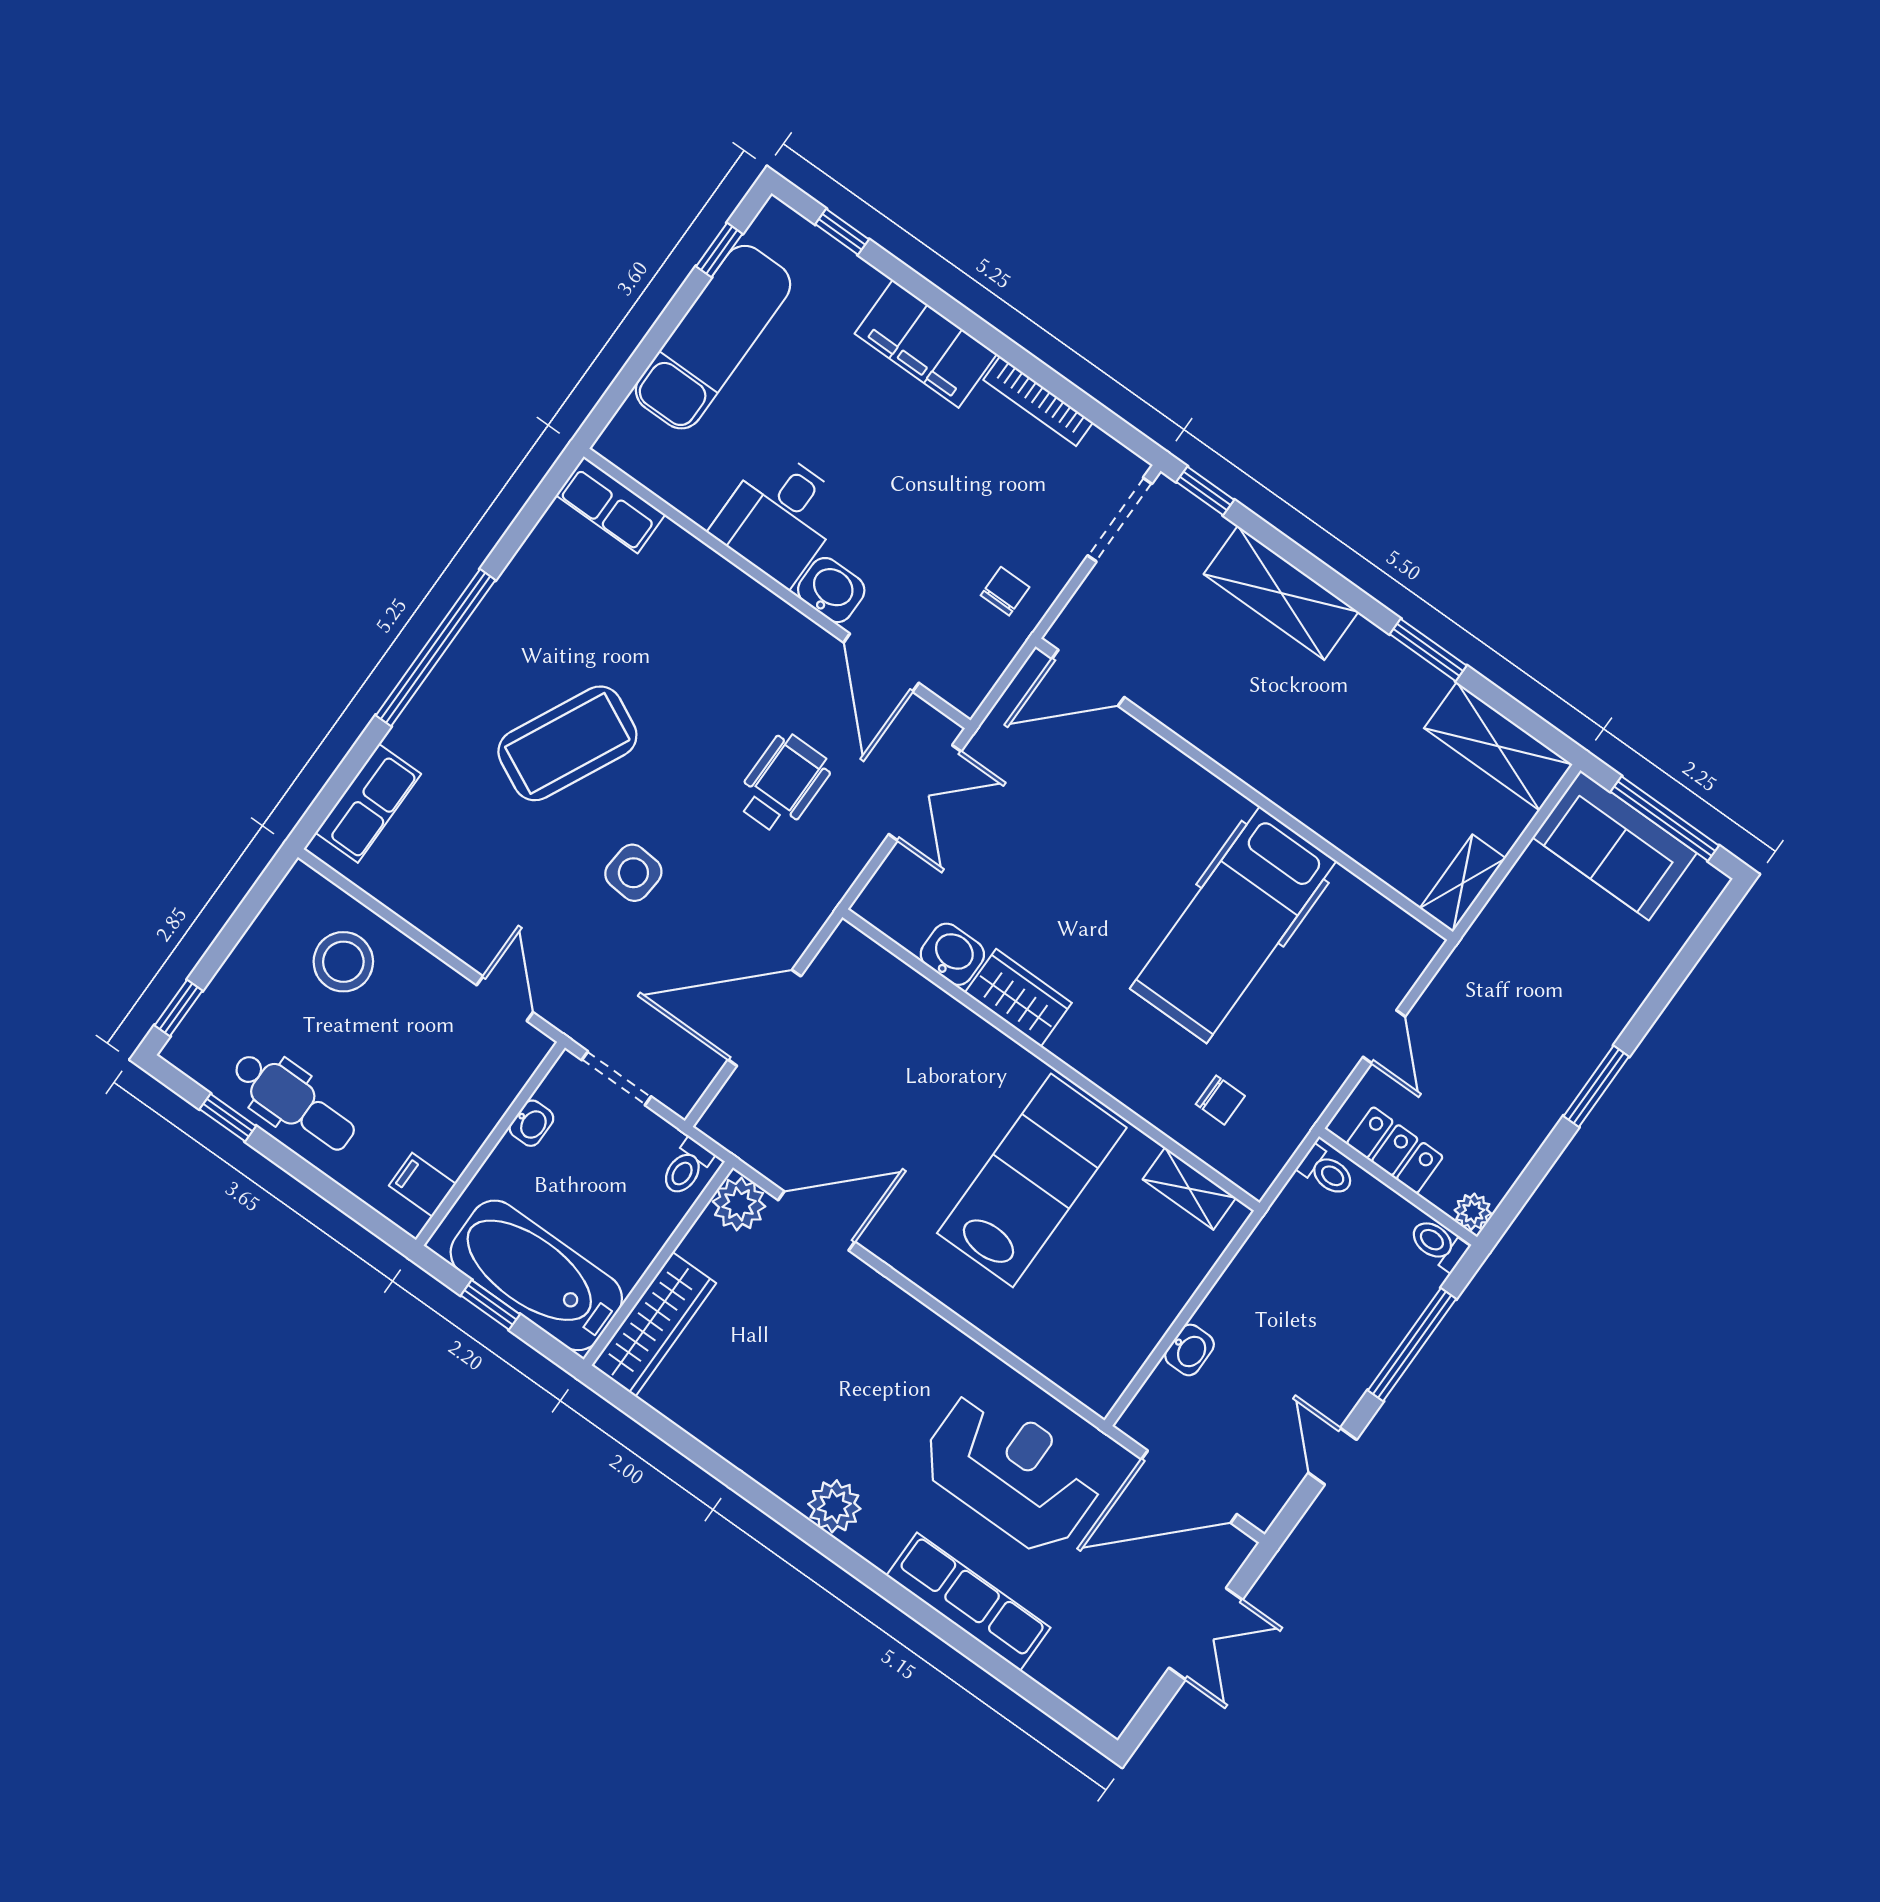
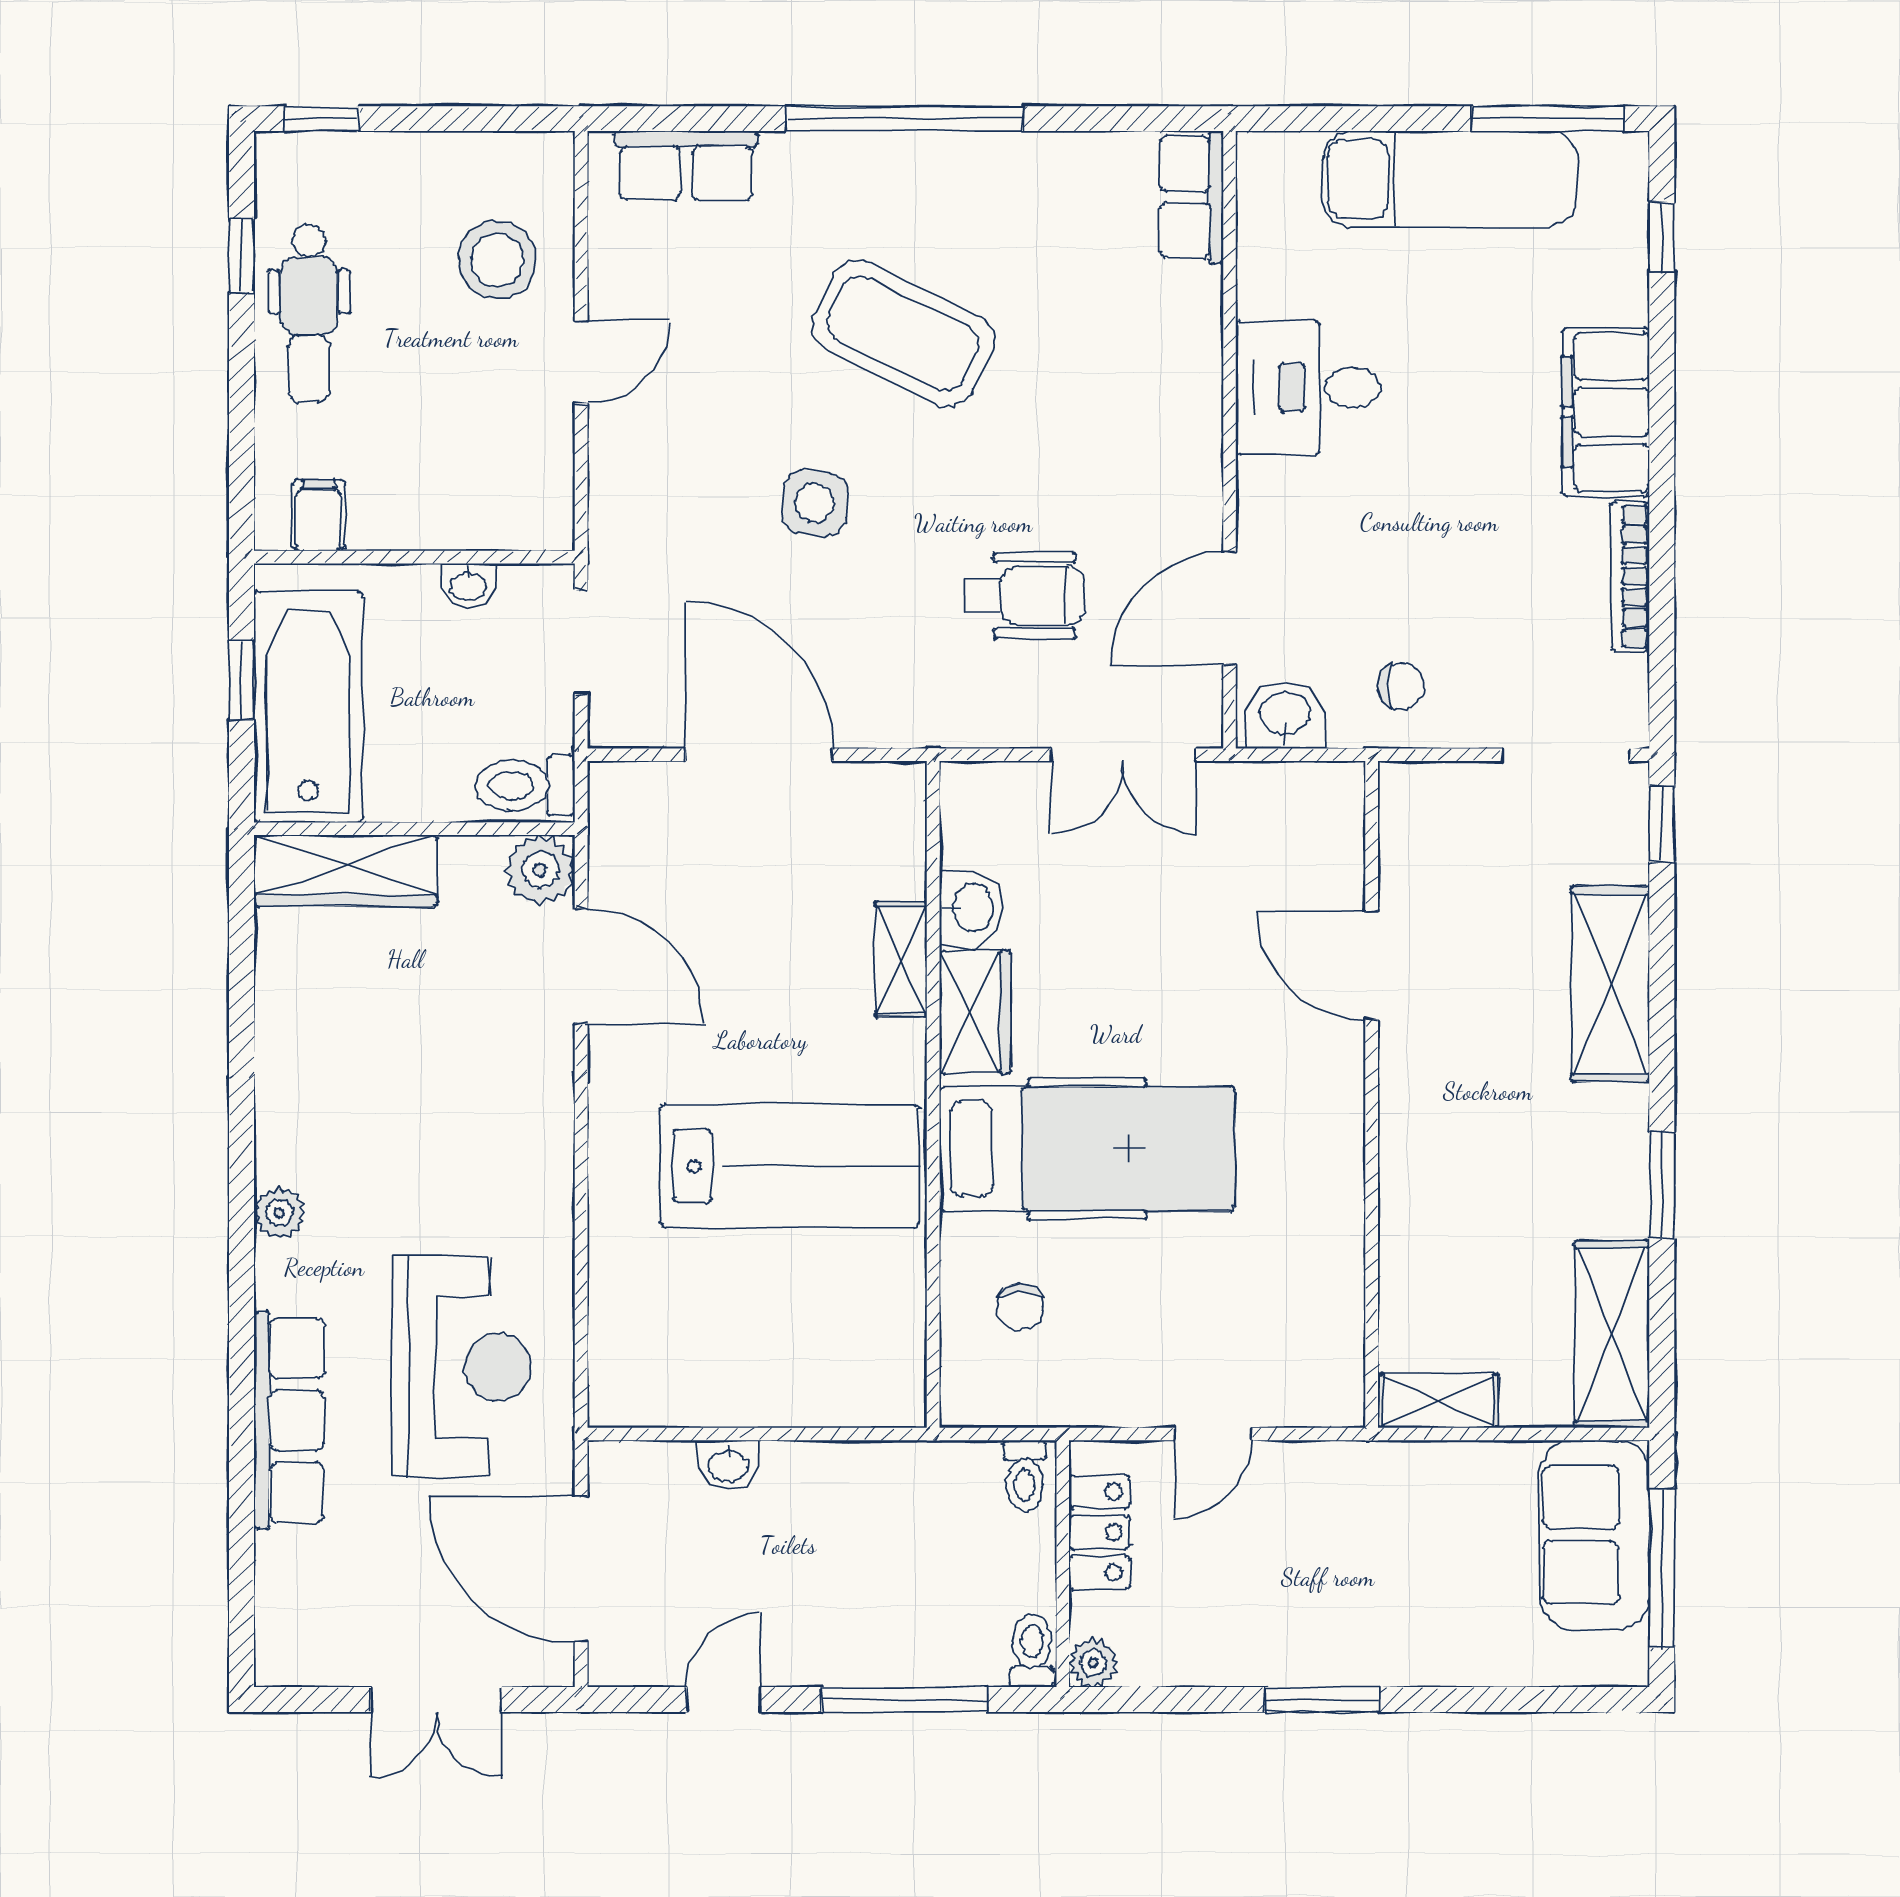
window: (719, 250) -> (1548, 119), width x2.17
washbasin: (831, 590) -> (1285, 715), moved, turned -90
door: (1088, 678) -> (1372, 965), moved
hospital bed: (1233, 925) -> (1087, 1149), moved, turned 180
door: (505, 999) -> (581, 362), moved
toilet: (686, 1167) -> (525, 785), width x1.37, depth x1.39
shelving: (1189, 1189) -> (901, 960), moved
plant: (834, 1506) -> (279, 1213), width x0.73, depth x0.73

